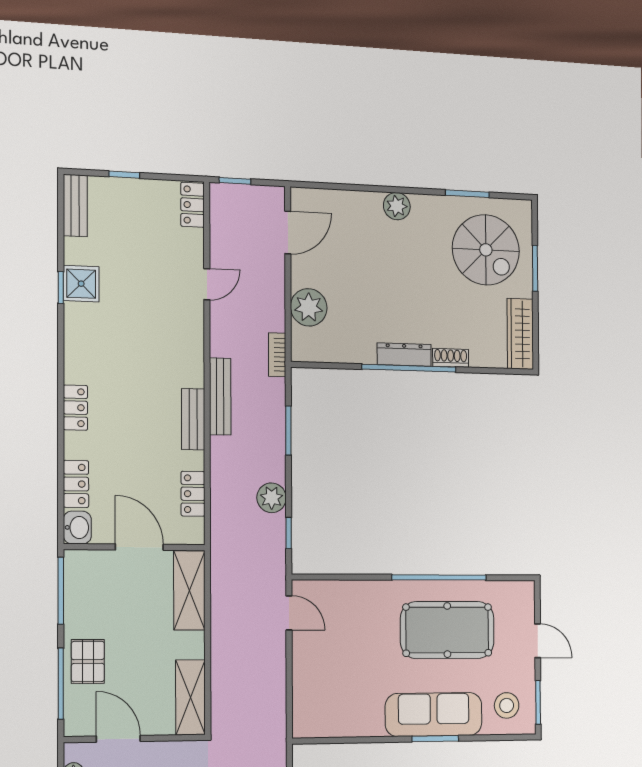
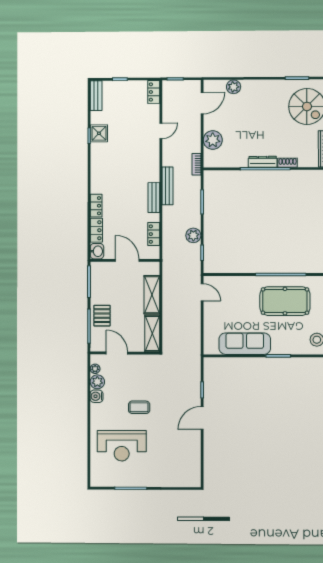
plant: (397, 206) -> (234, 87), moved
locker: (75, 408) -> (96, 206), moved
shelving: (189, 590) -> (152, 295), moved
sofa: (434, 714) -> (245, 344), moved

